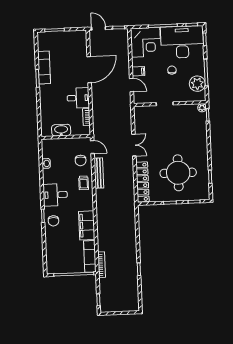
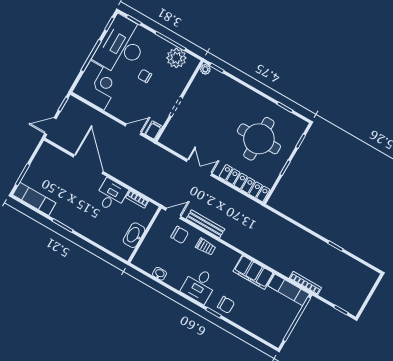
exam couch: (44, 67) -> (34, 199), moved
filing cabinet: (138, 71) -> (154, 130), moved

